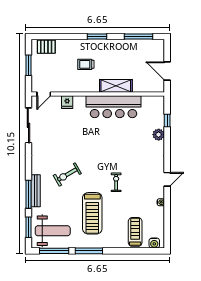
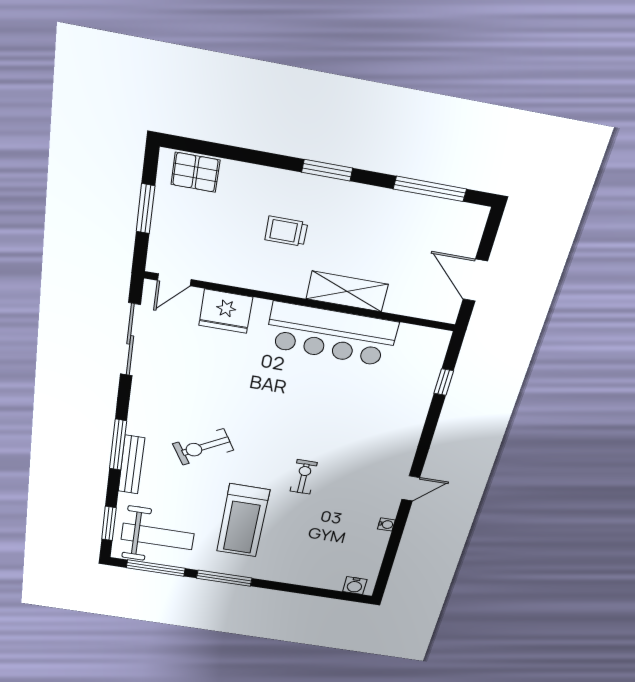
fridge: (67, 102) -> (226, 311), width x1.88, depth x1.34
plant: (159, 135) -> (417, 406), removed
window: (28, 194) -> (118, 445), moved
treadmill: (135, 232) -> (322, 563), removed

